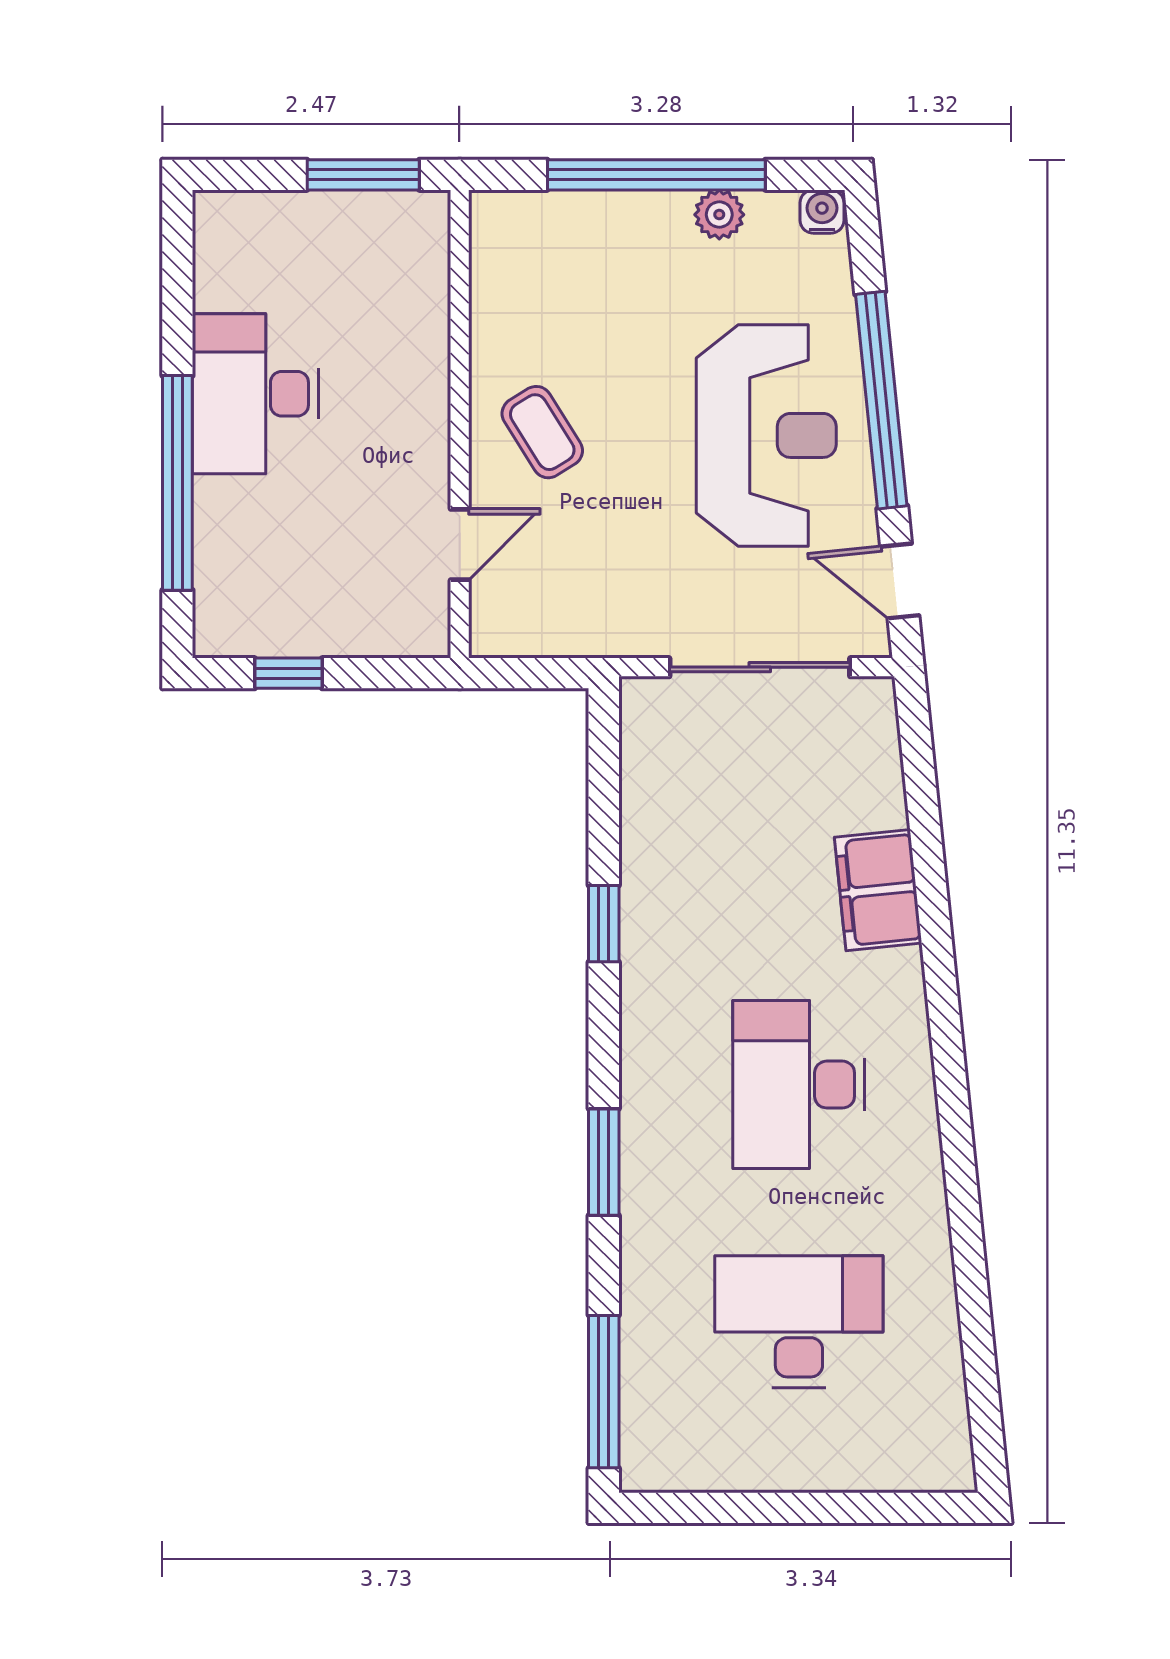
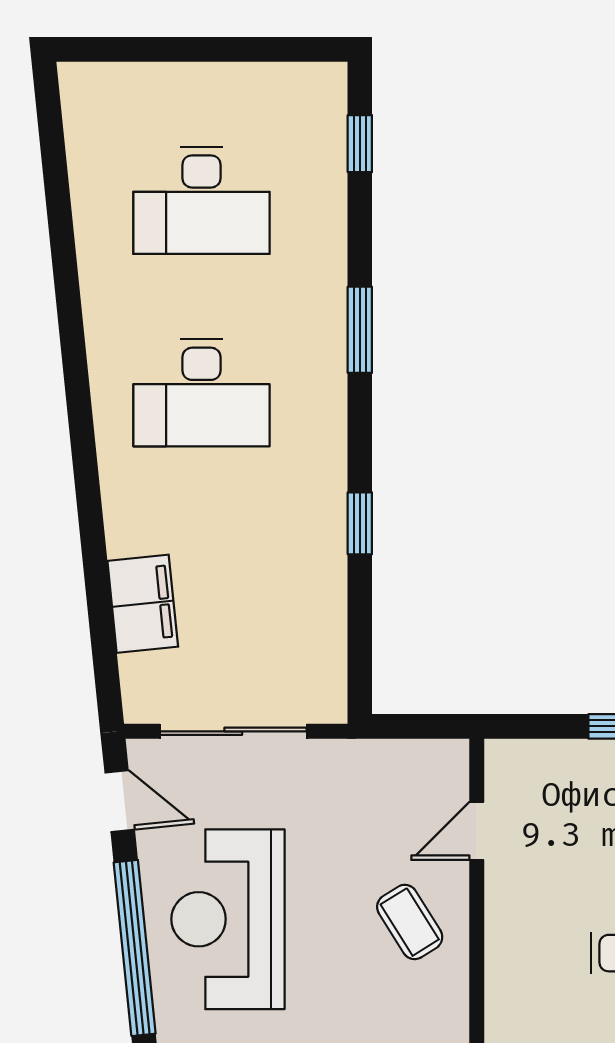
filing cabinet: (878, 890) -> (143, 604), moved
desk: (799, 1085) -> (202, 393), turned 90
window: (604, 1392) -> (360, 144), width x0.46

